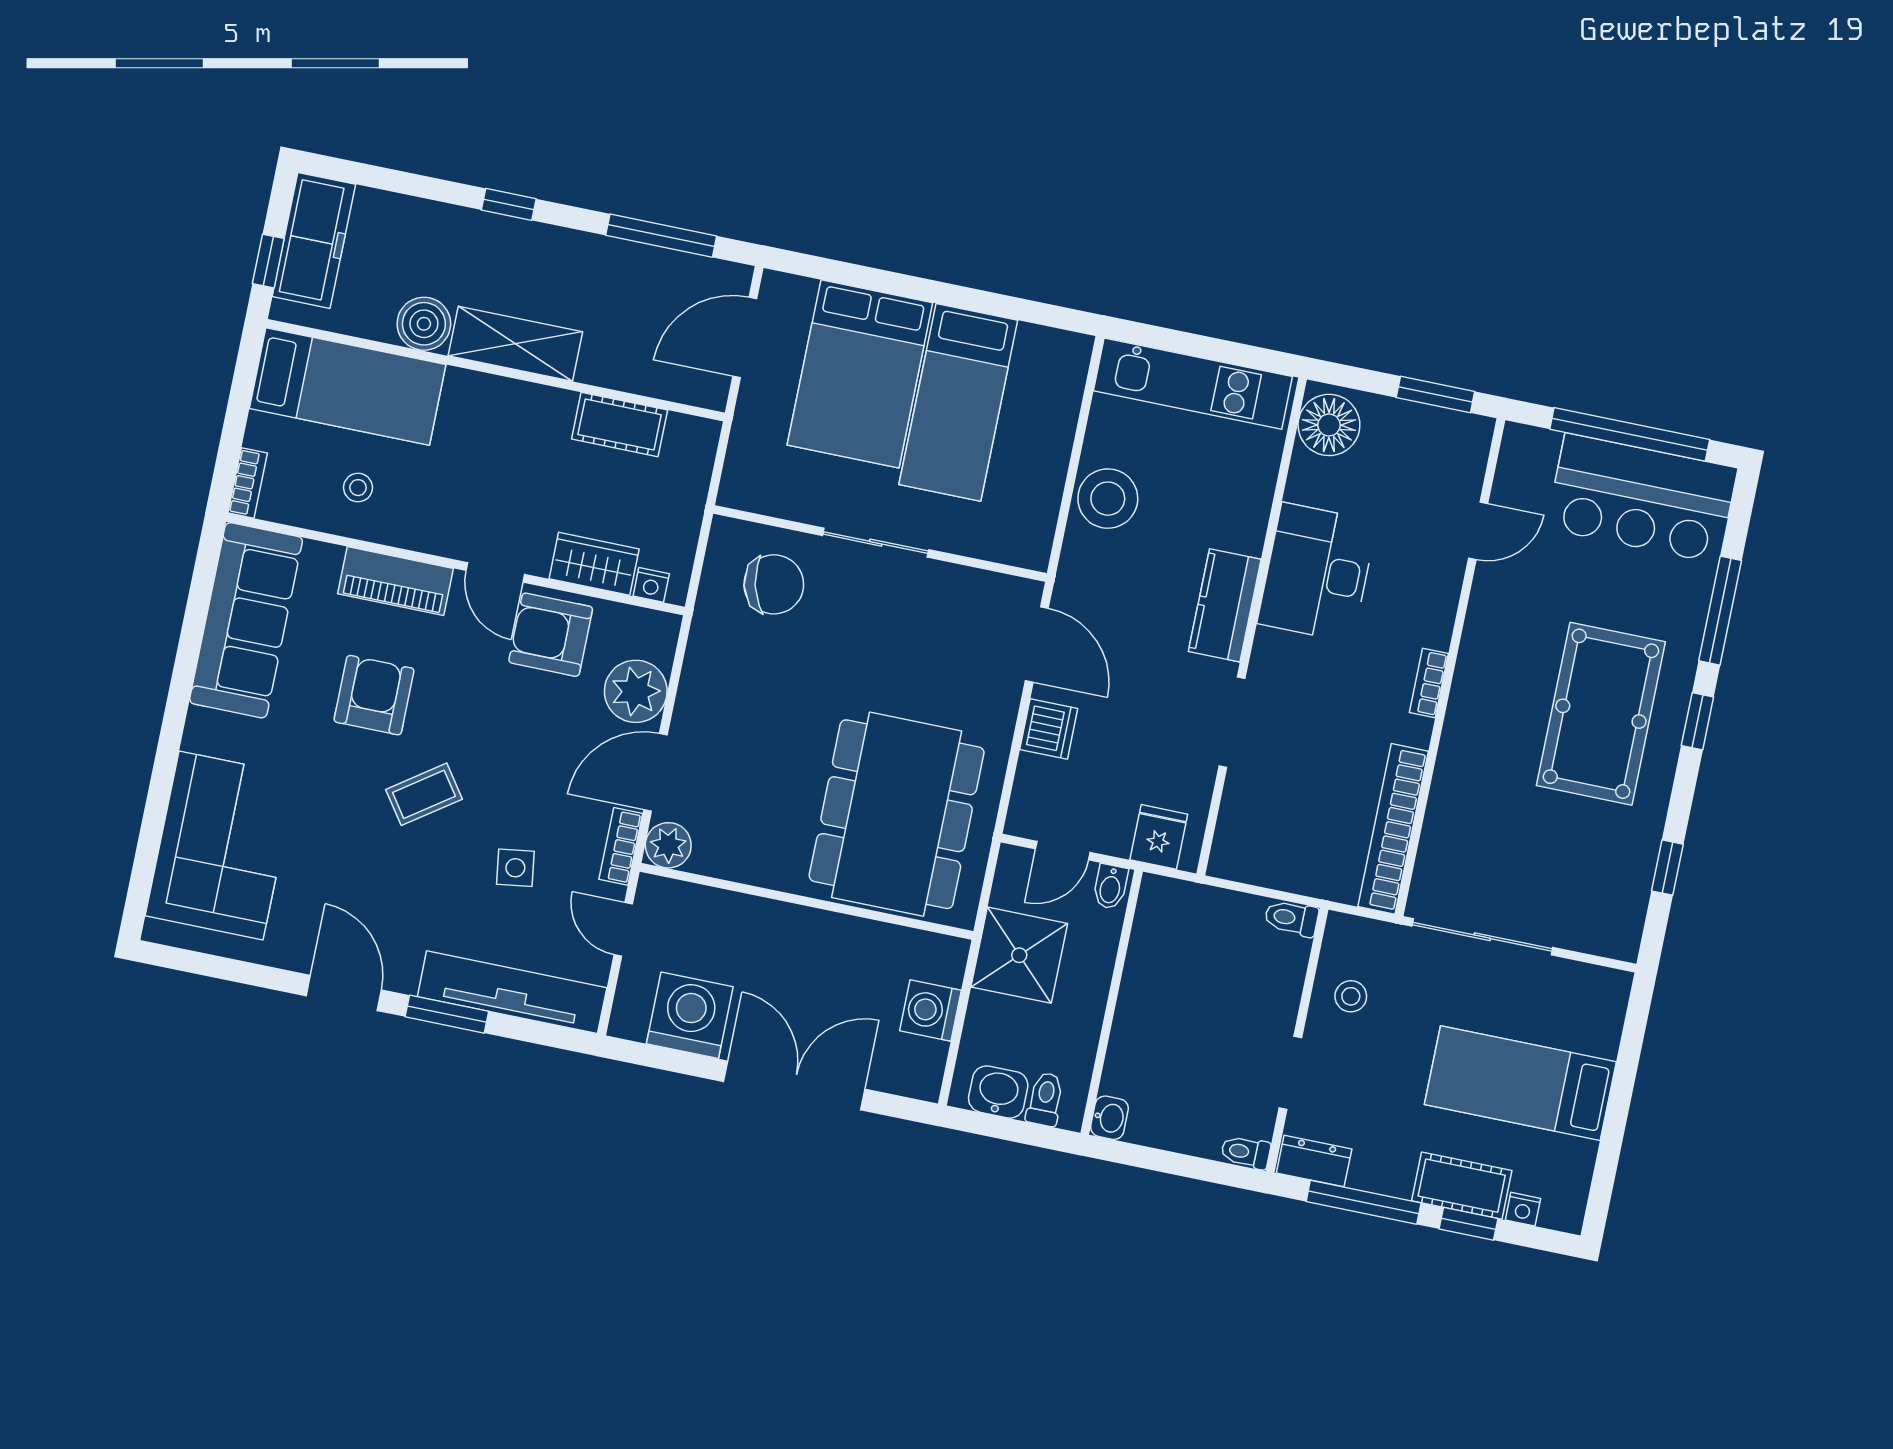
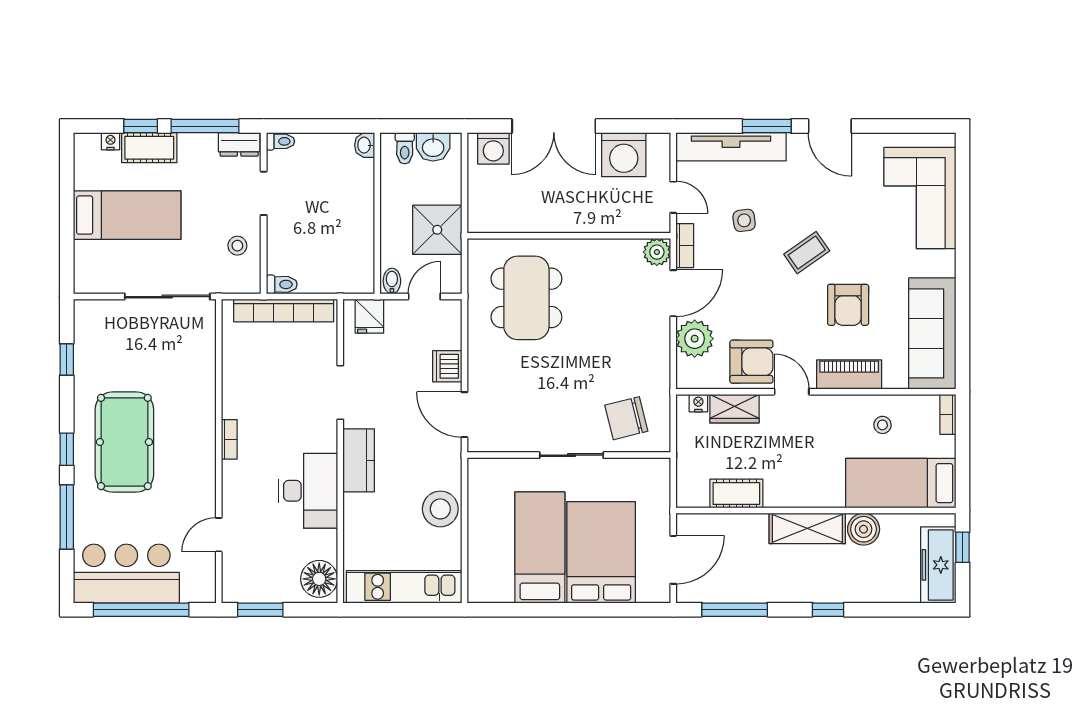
dining table: (897, 814) -> (526, 298), width x0.73, depth x0.80
bookcase: (1393, 829) -> (284, 311), moved, turned 90
washing machine: (931, 1010) -> (493, 148), moved, turned 90

